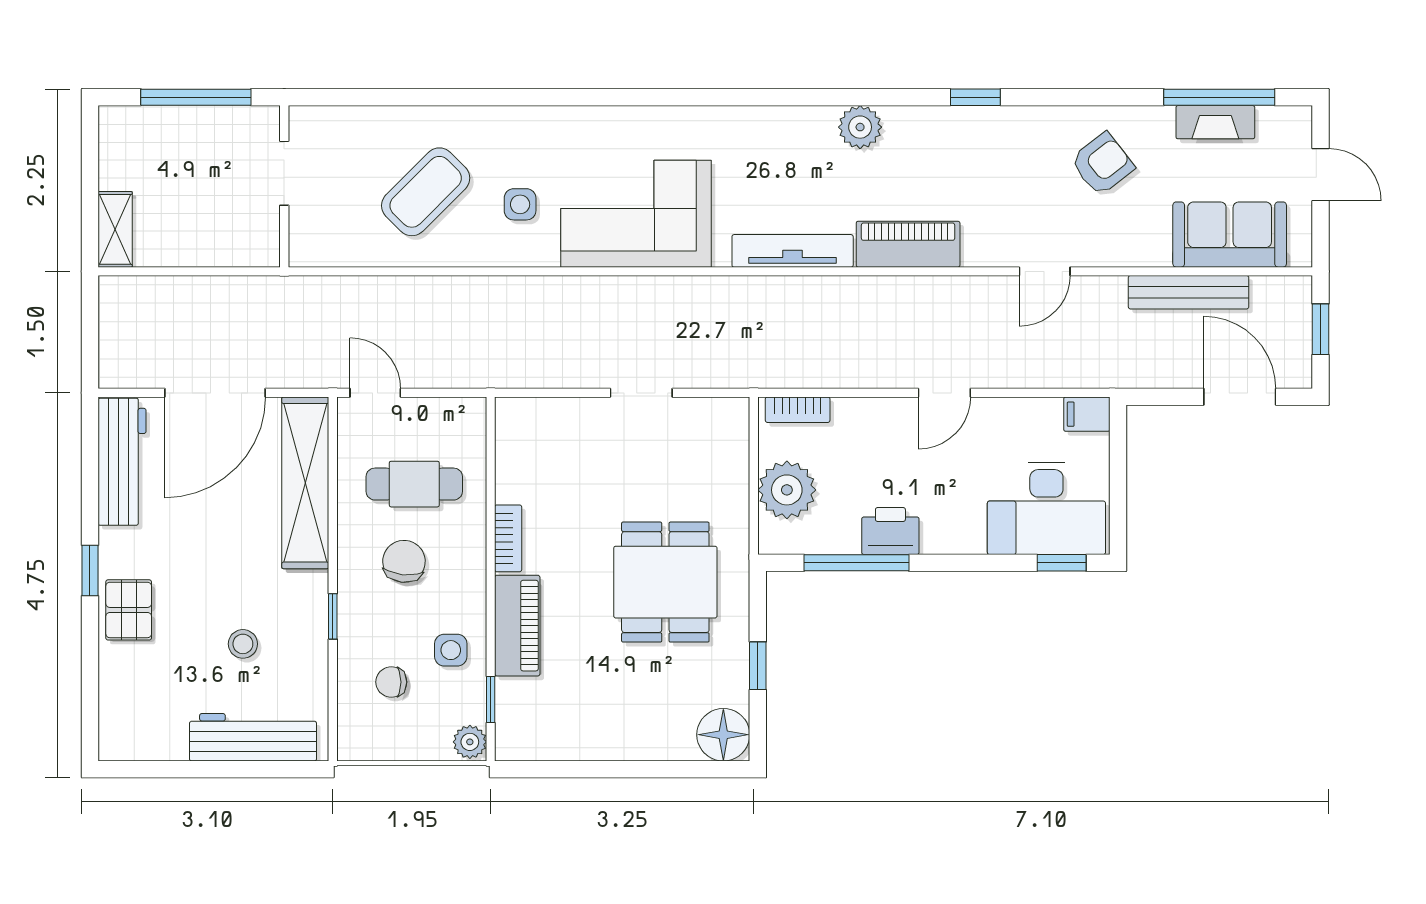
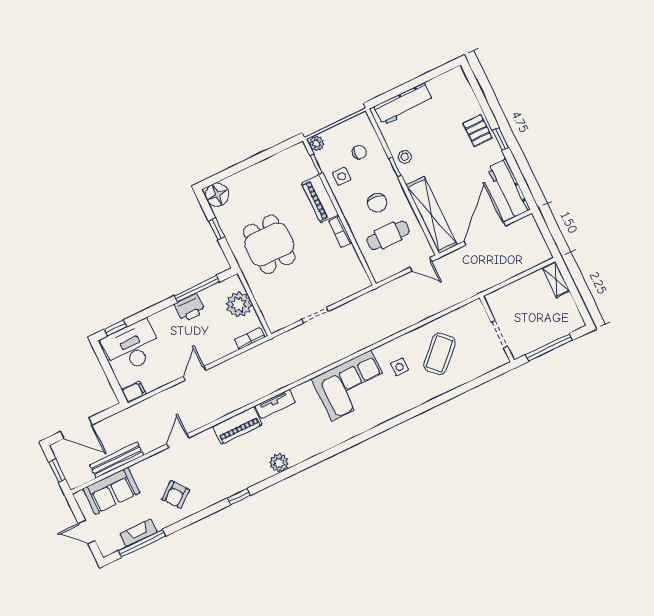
tv unit: (793, 251) -> (275, 404), width x0.71
stool: (243, 644) -> (405, 157), moved

